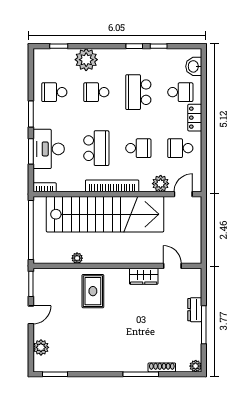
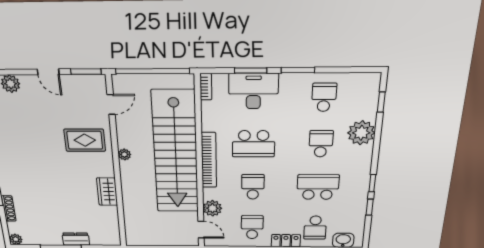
school desk: (138, 148) -> (253, 187), turned 180
plant: (77, 258) -> (124, 154), moved
door: (172, 266) -> (111, 104), moved

